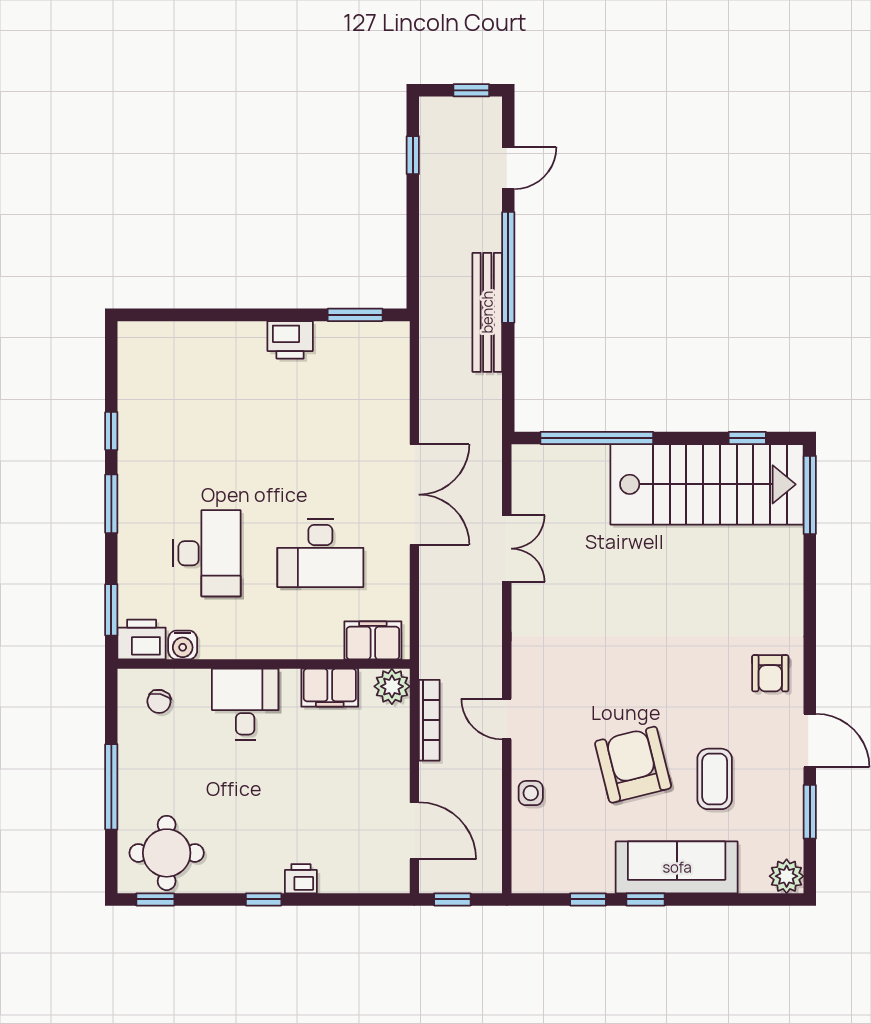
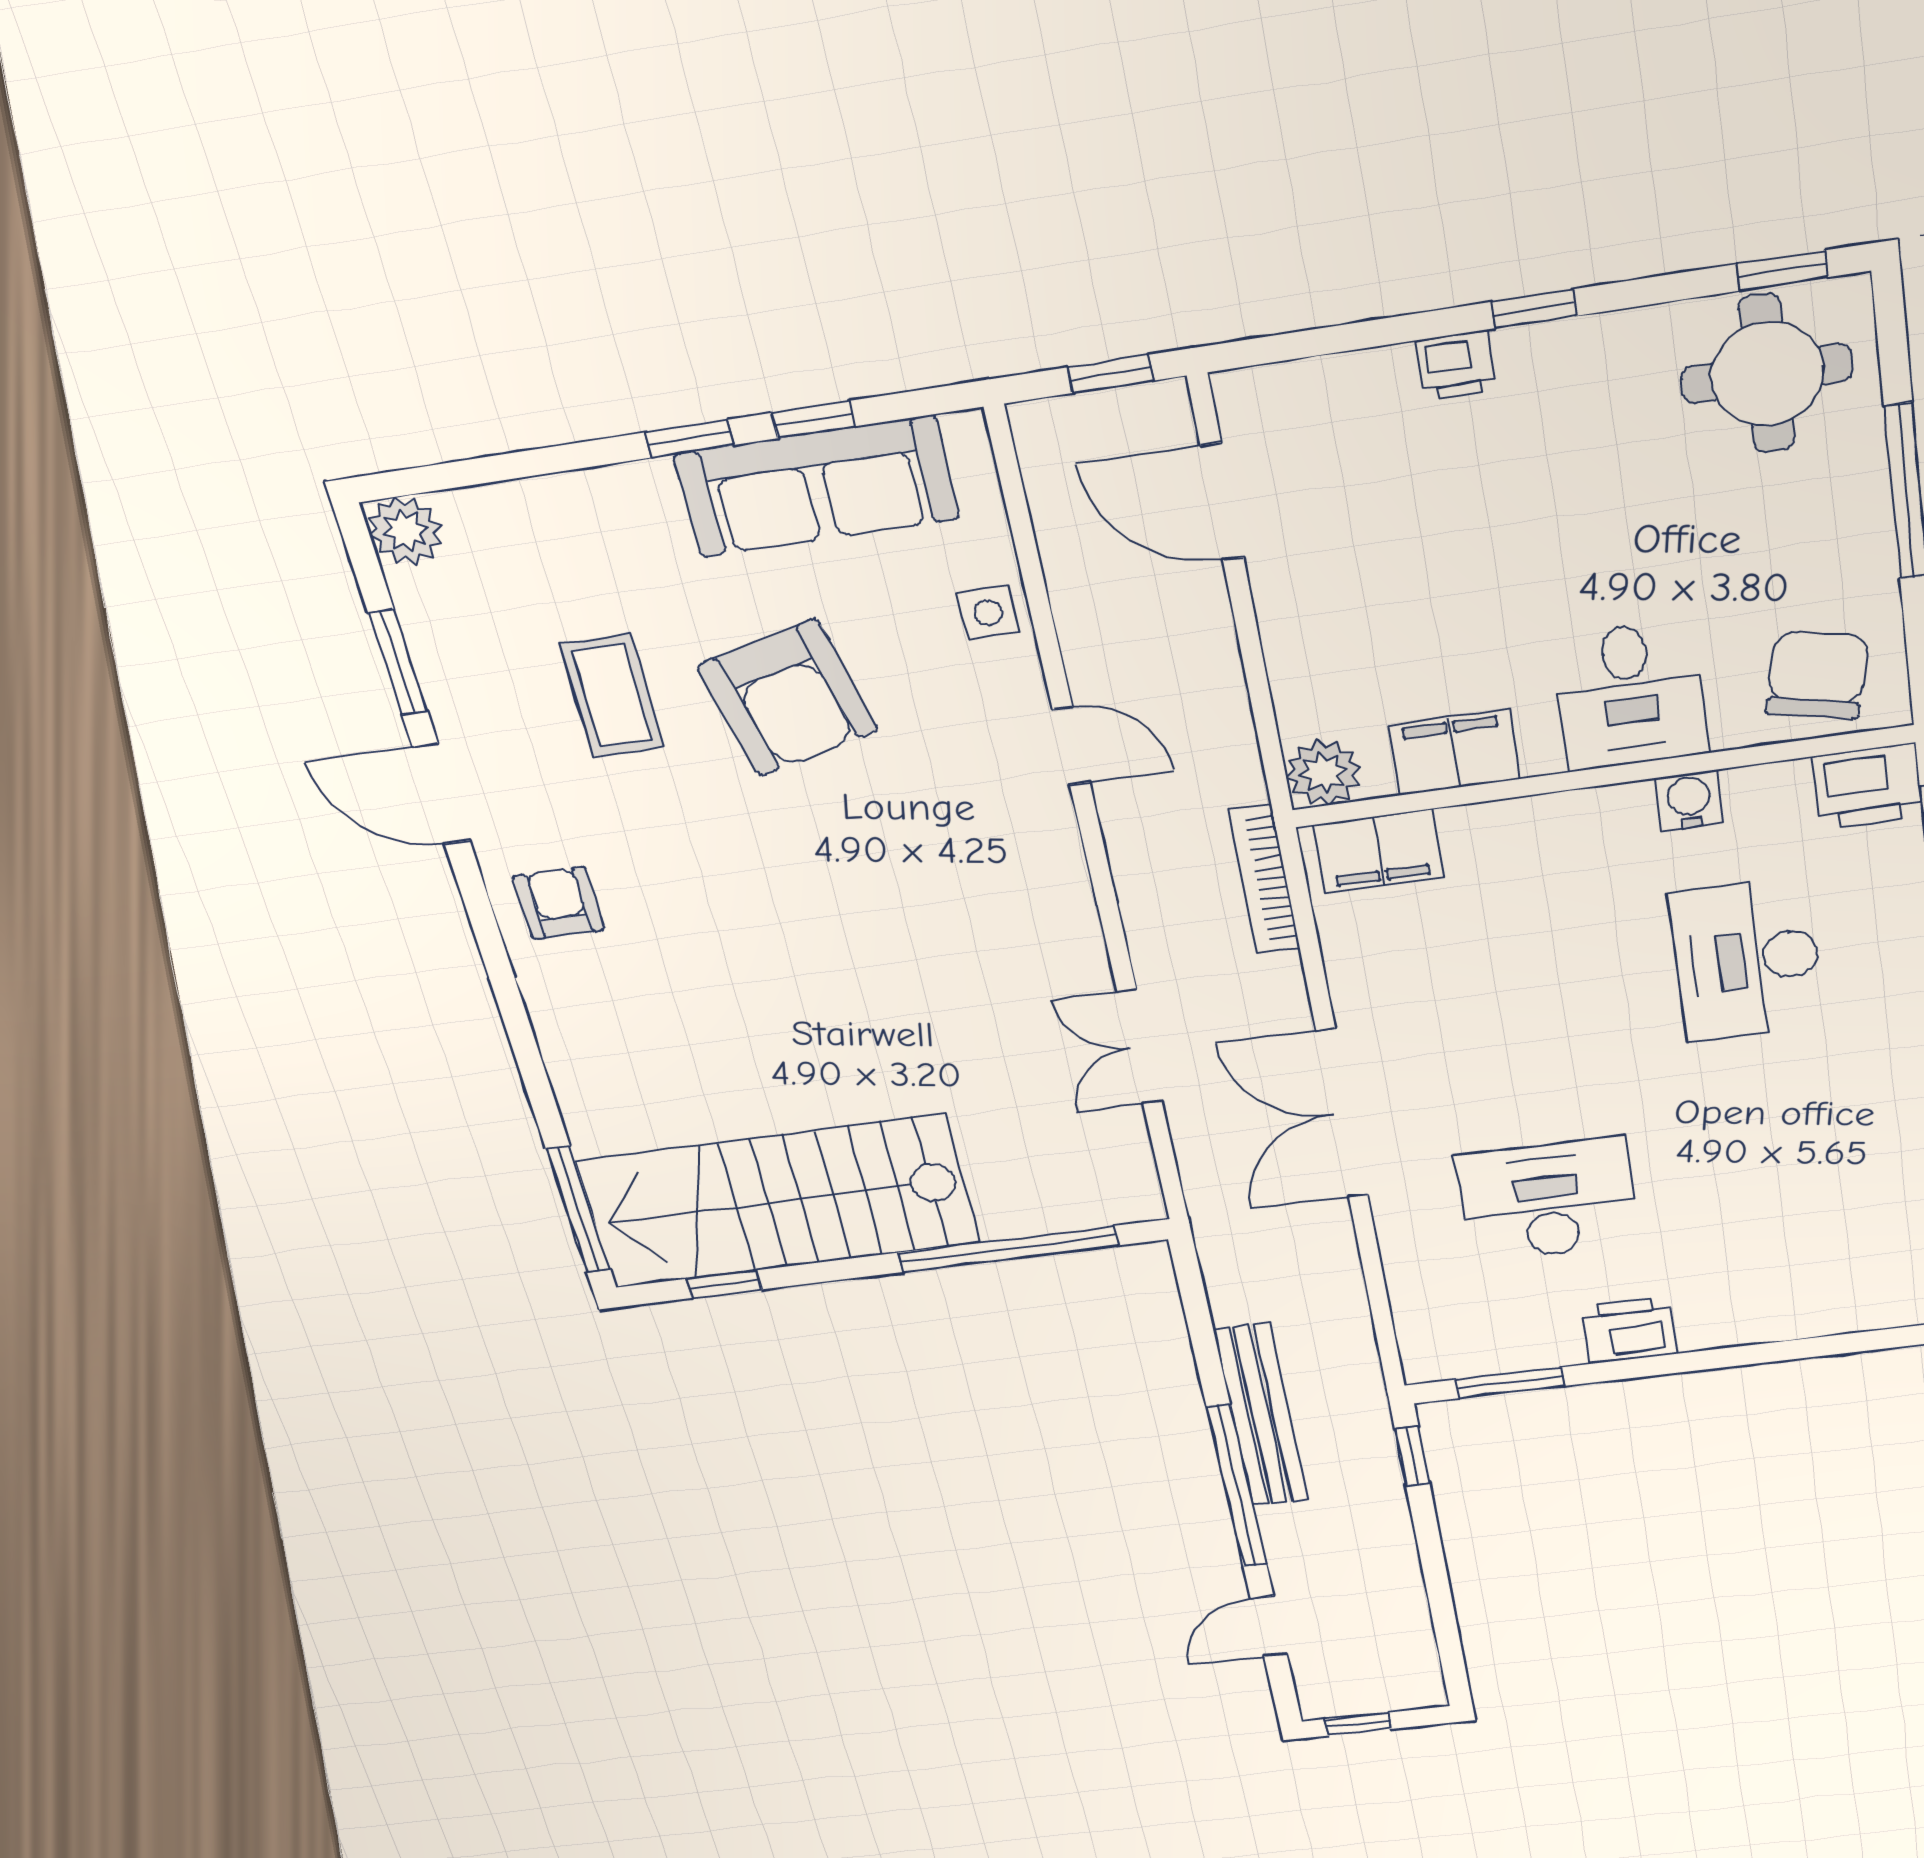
window: (413, 155) -> (1412, 1456), moved
desk: (320, 553) -> (1548, 1200), moved
water cooler: (183, 645) -> (1689, 800), moved
chair: (159, 701) -> (1817, 675), width x1.87, depth x1.87
bookcase: (429, 720) -> (1265, 879), moved
sofa: (677, 867) -> (817, 487), moved

